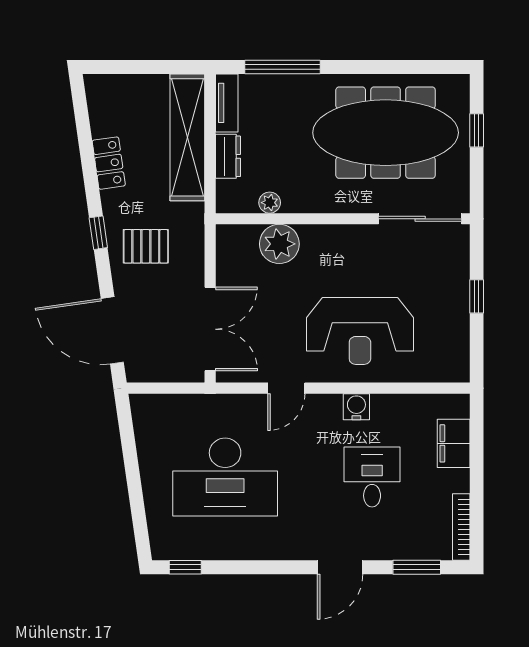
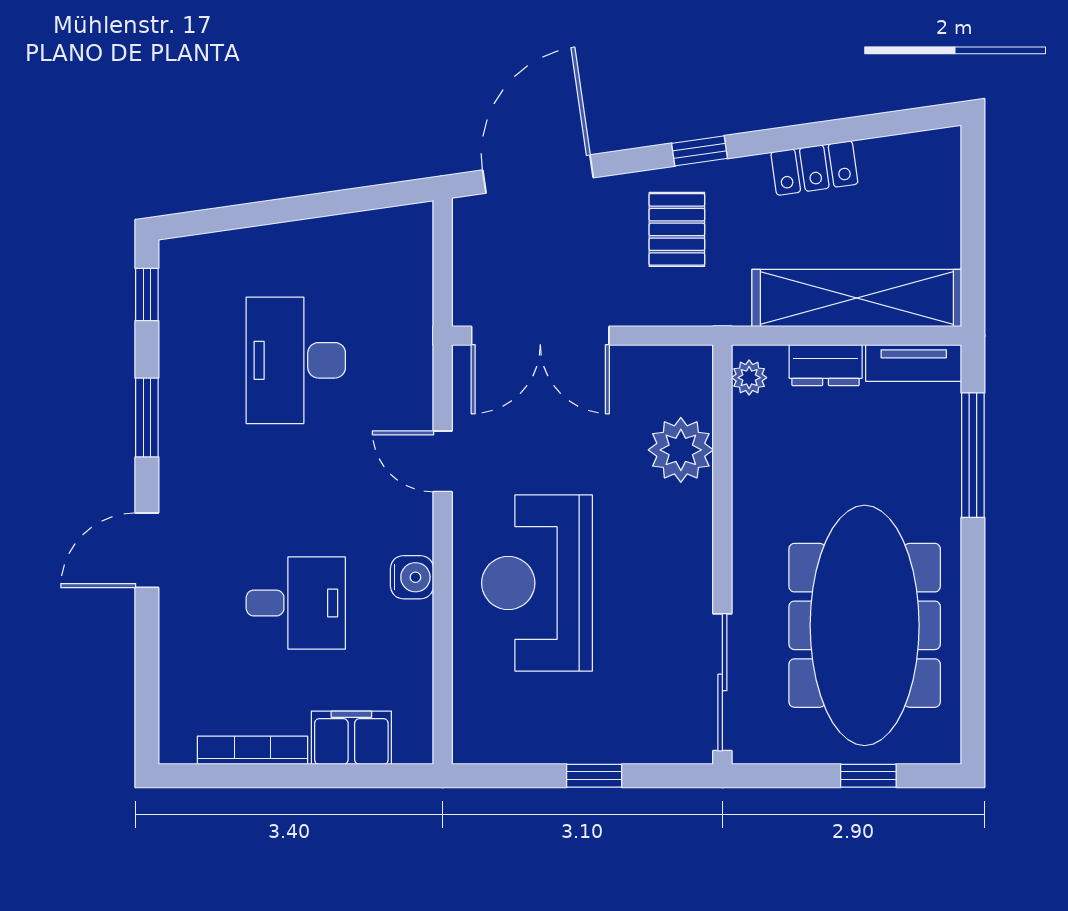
plant: (270, 203) -> (749, 378), moved
desk: (225, 477) -> (296, 360), width x0.73, depth x0.77
bookcase: (461, 527) -> (253, 750), moved
door: (340, 567) -> (147, 550), hinge flipped
window: (417, 567) -> (147, 417), moved

